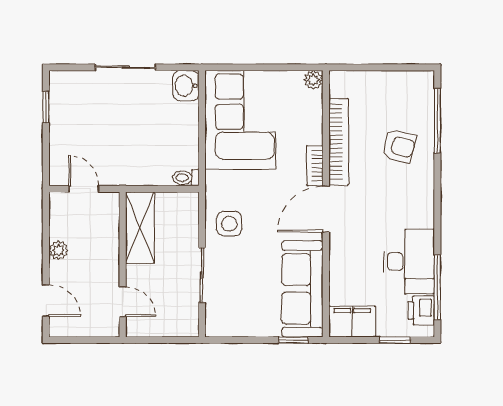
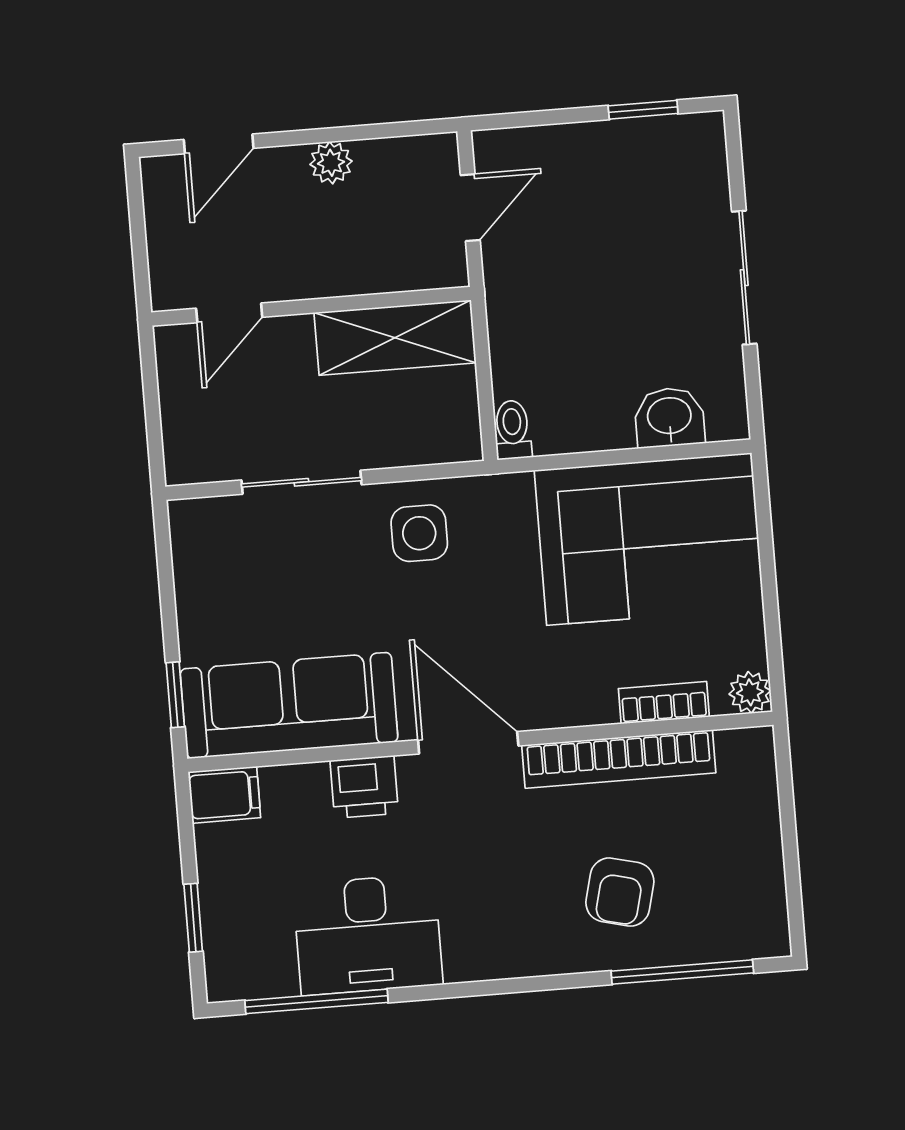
washbasin: (186, 86) -> (669, 417), moved
bookcase: (315, 166) -> (664, 703), moved
printer: (421, 310) -> (364, 787), moved, turned 180
filing cabinet: (352, 321) -> (224, 795), width x0.50

